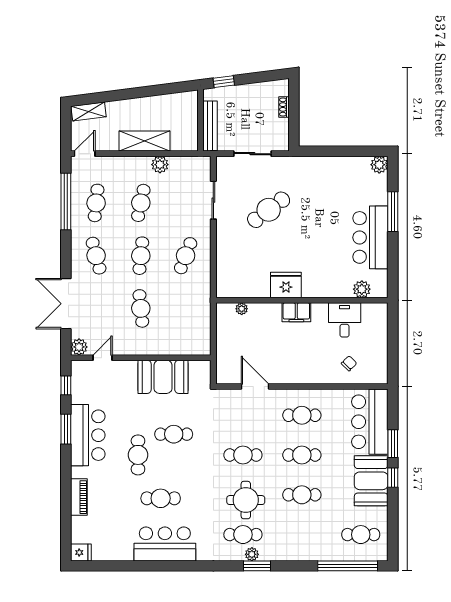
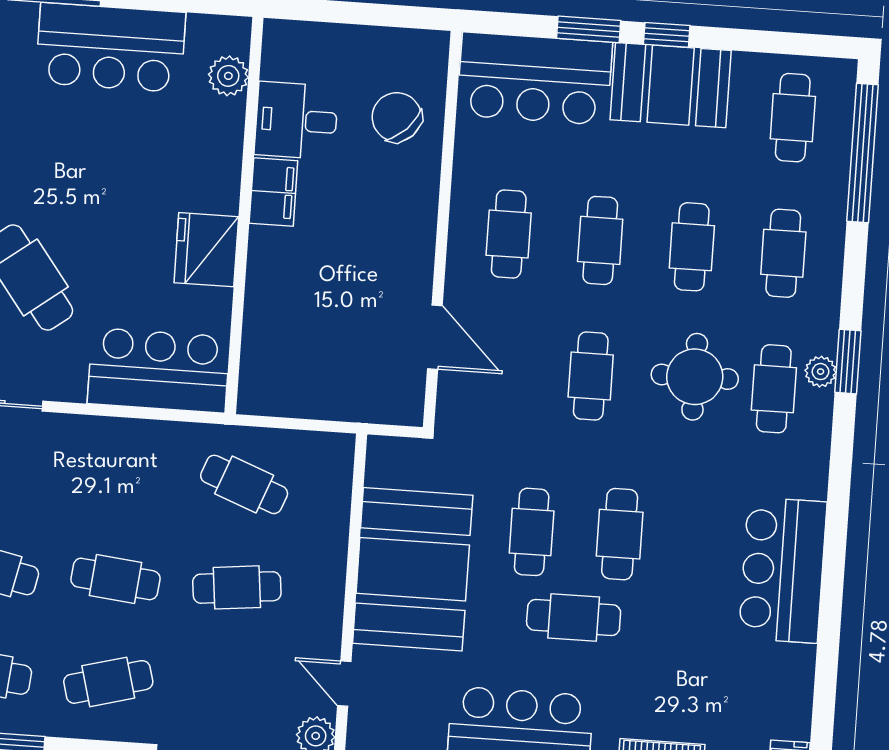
cafe table: (186, 256) -> (244, 484), moved
bar counter: (232, 268) -> (159, 370), added
plant: (242, 309) -> (254, 355), removed
filing cabinet: (296, 312) -> (273, 192), moved
chair: (349, 363) -> (397, 117), width x1.87, depth x1.87
booth: (163, 377) -> (413, 569), width x1.36, depth x1.42
door: (255, 386) -> (435, 337), swing flipped
cafe table: (161, 498) -> (620, 534), moved
cafe table: (302, 535) -> (783, 253), added

